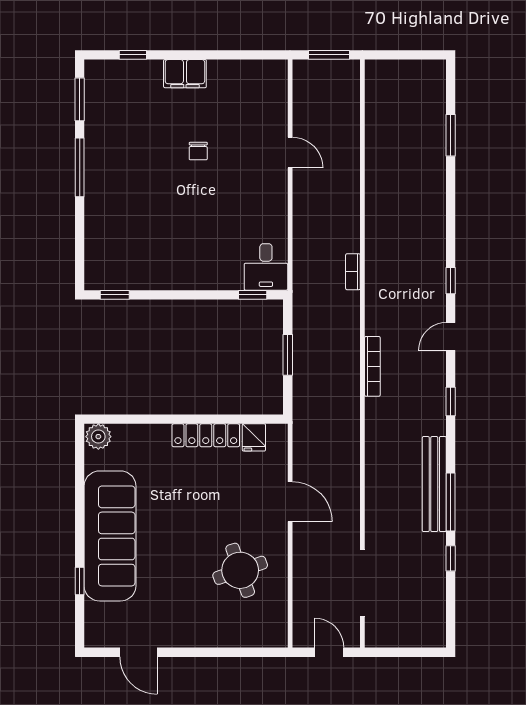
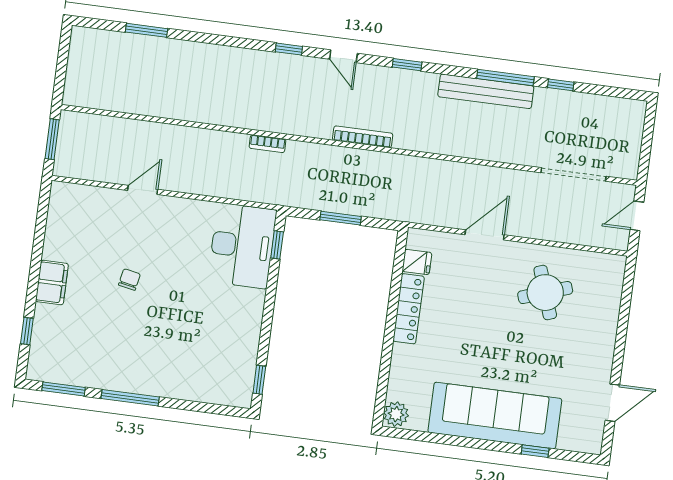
chair: (198, 151) -> (129, 280), turned -79
desk: (266, 267) -> (242, 246), width x1.87, depth x1.30

